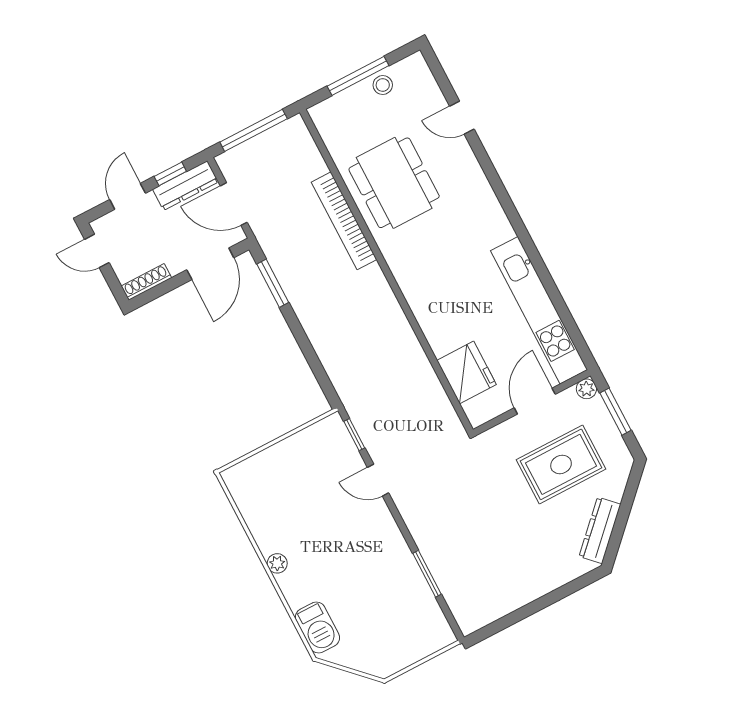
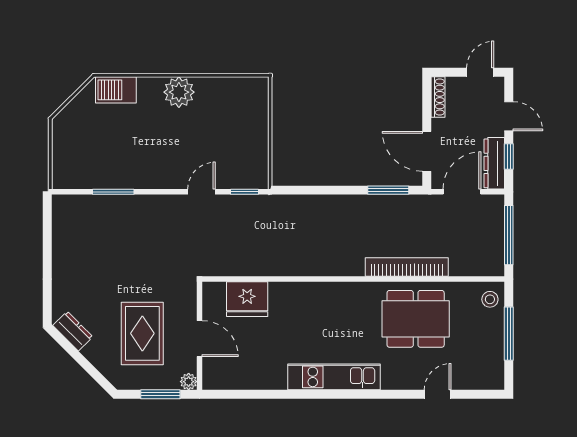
stool: (383, 85) -> (490, 299), moved
kitchen unit: (539, 310) -> (334, 377), moved, width x0.73
dresser: (600, 530) -> (73, 331), width x0.70
plant: (277, 563) -> (179, 92), width x1.87, depth x1.87

